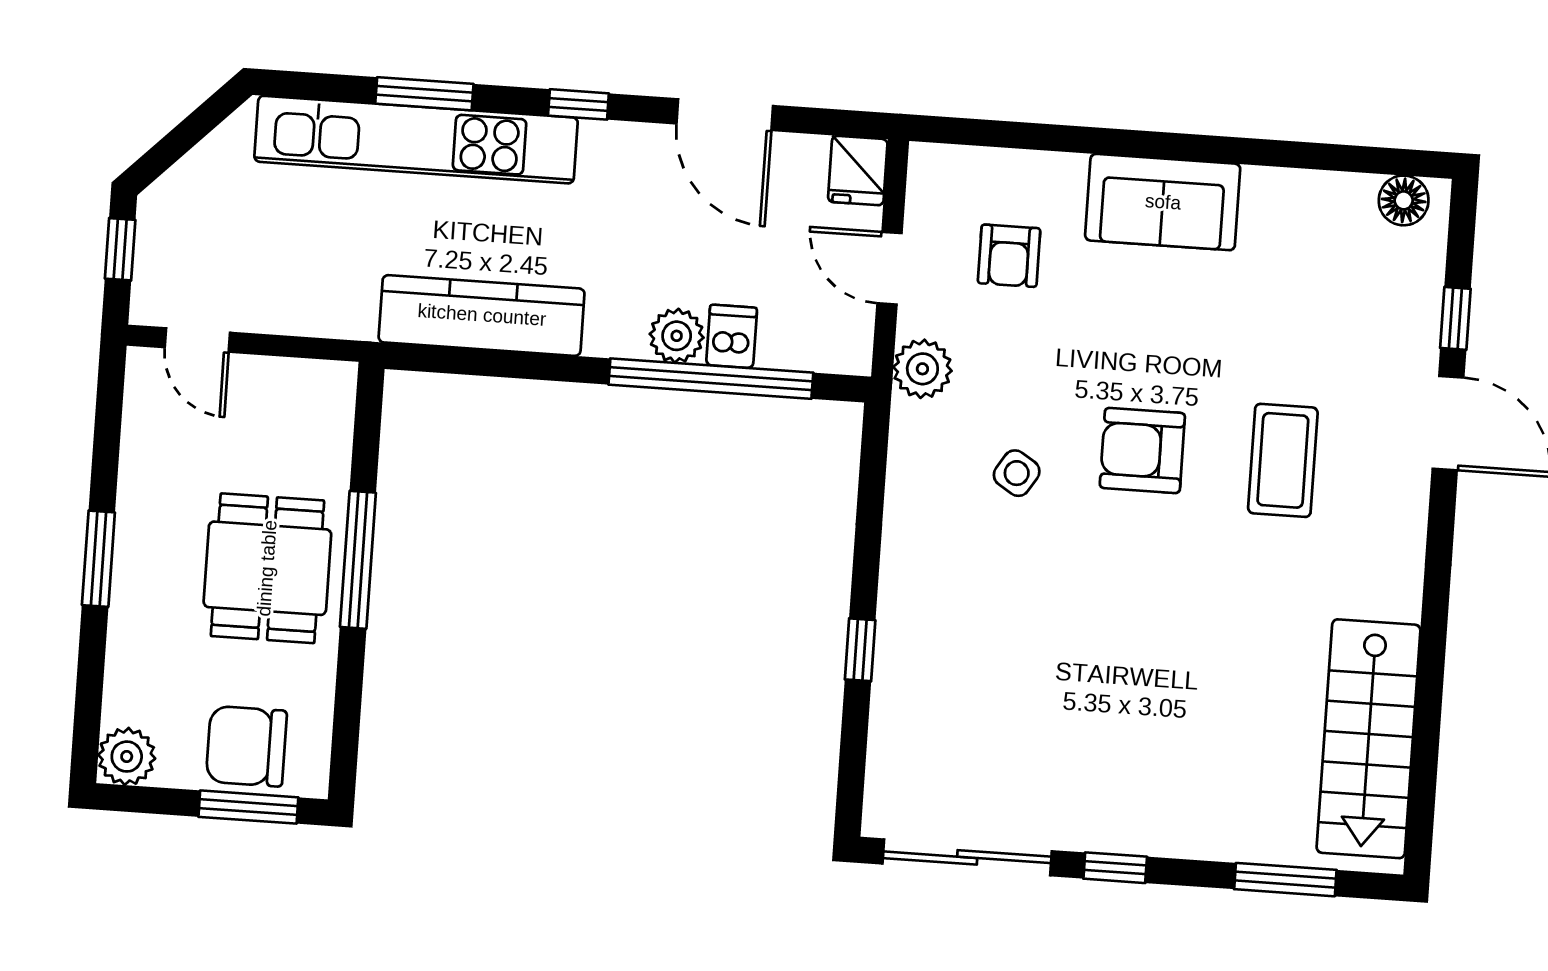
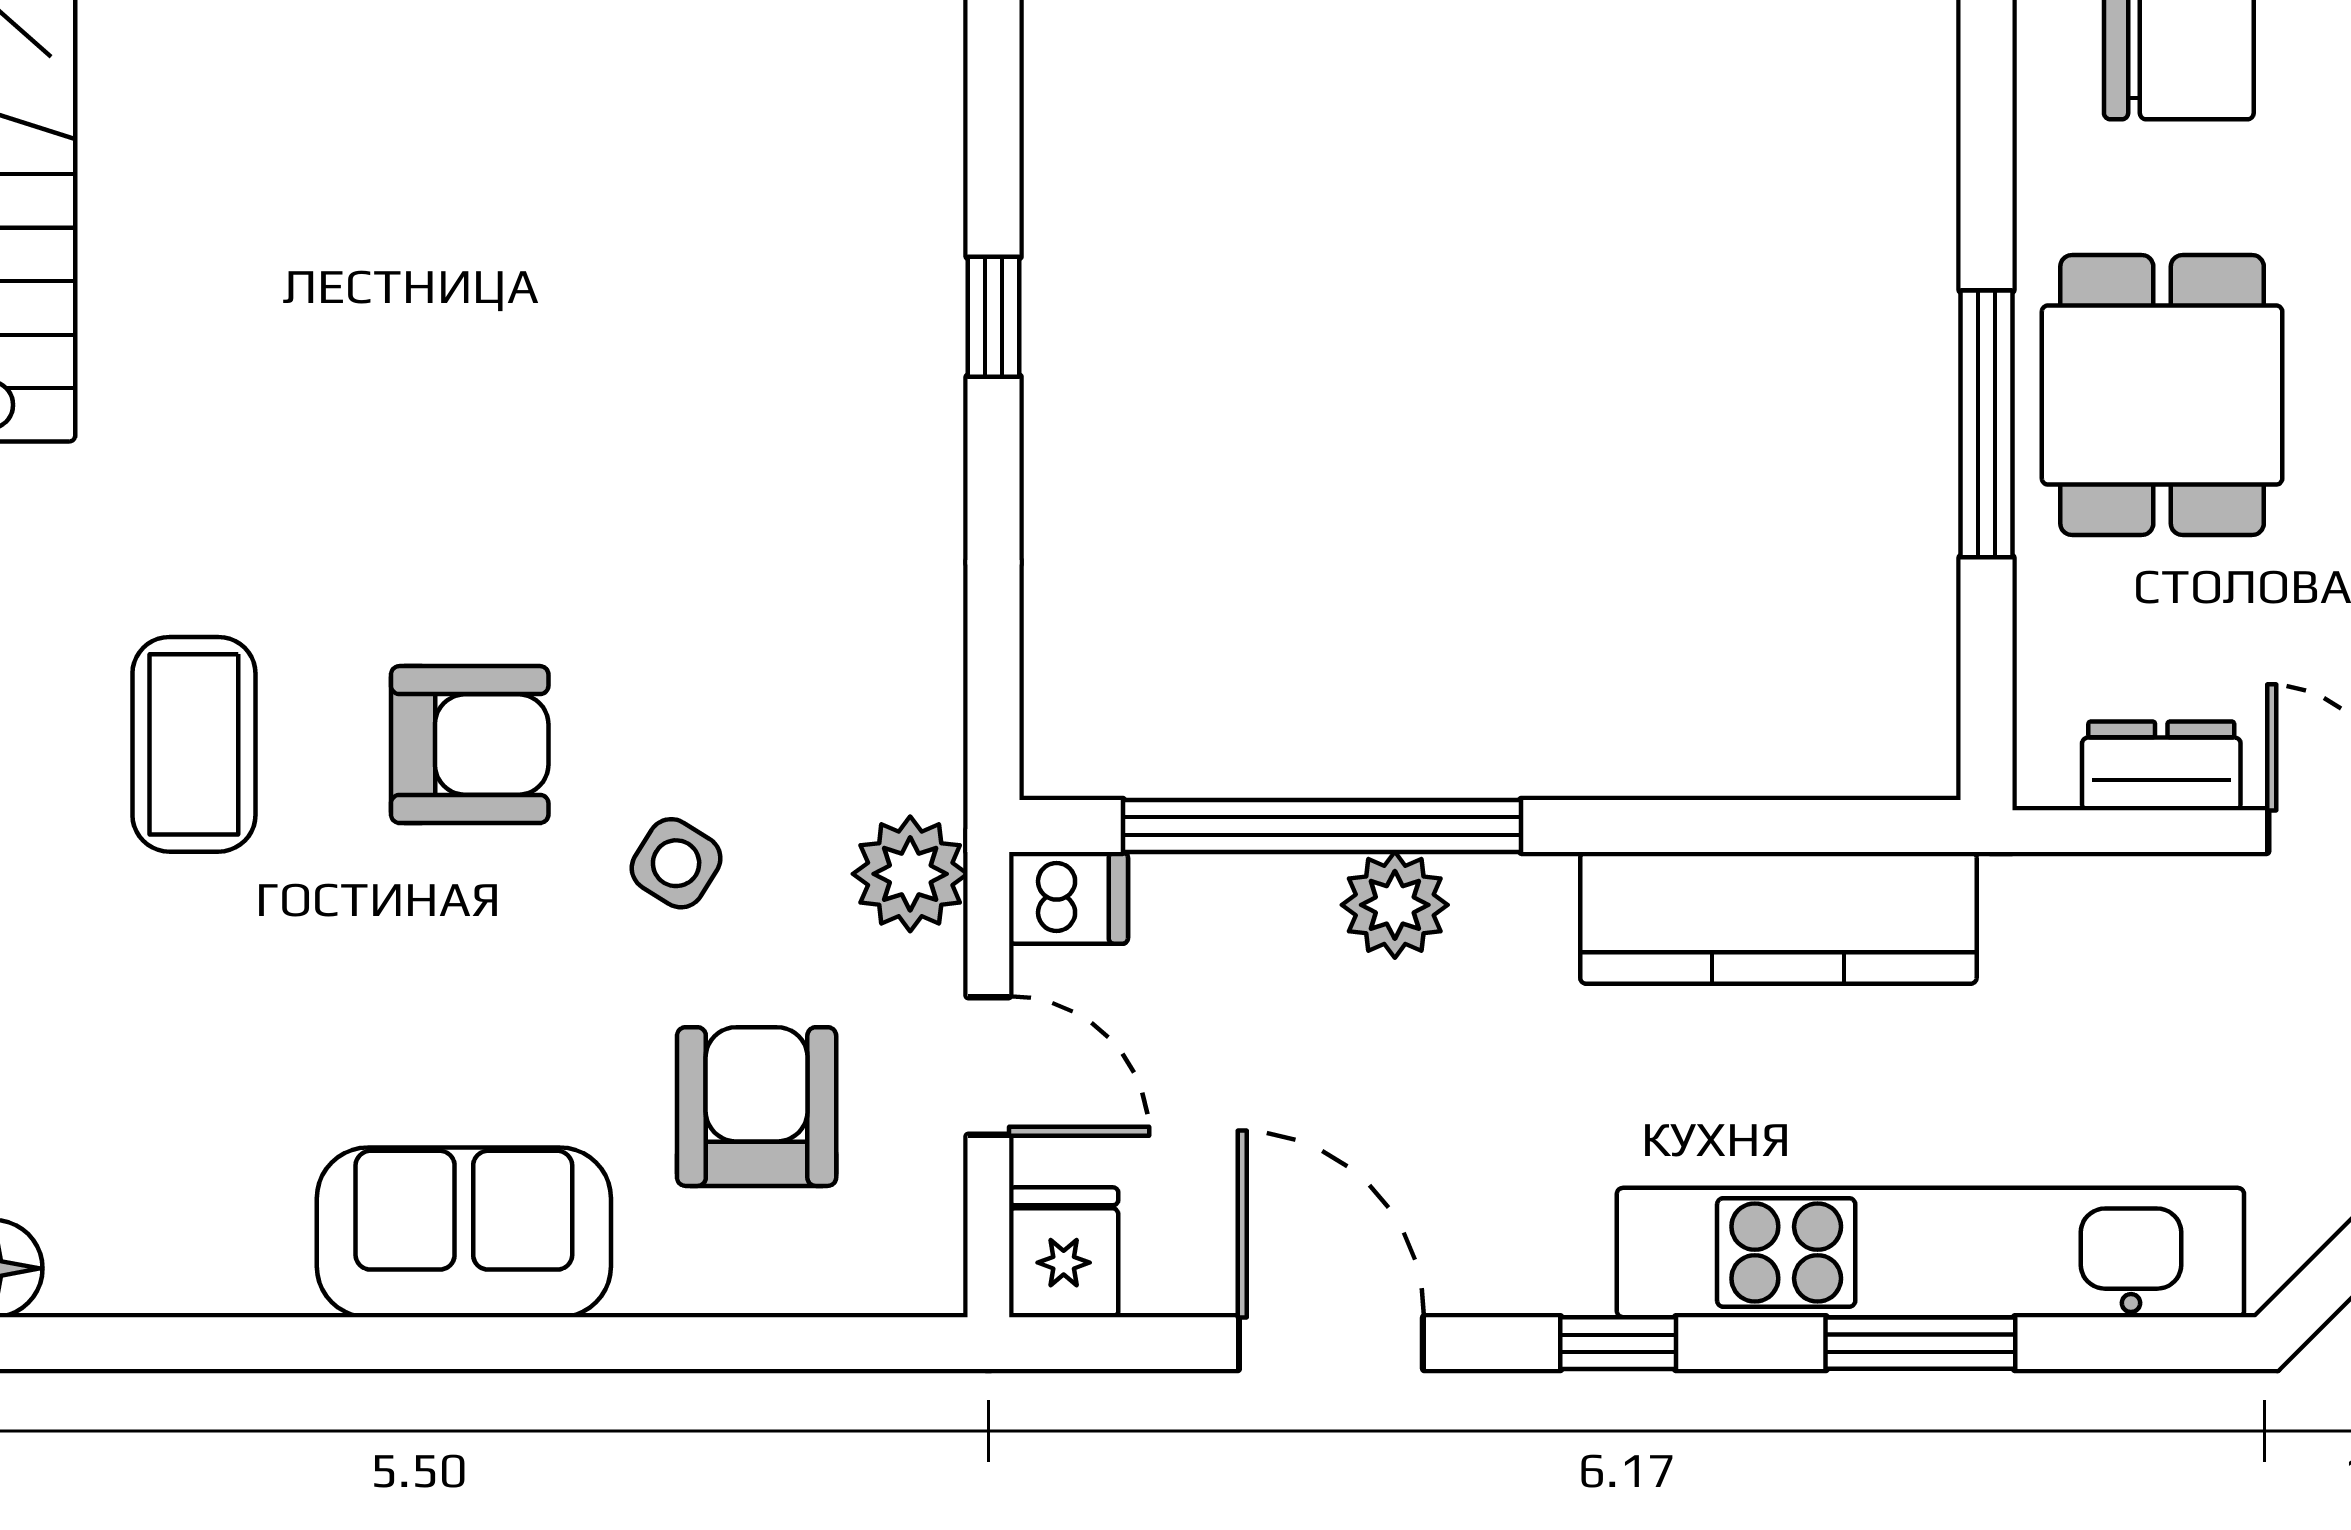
armchair: (1009, 256) -> (757, 1107), width x1.38, depth x1.38
dishwasher: (732, 336) -> (1068, 898), moved, turned -90
dresser: (281, 379) -> (2161, 766), added
side table: (1017, 473) -> (676, 863), moved

